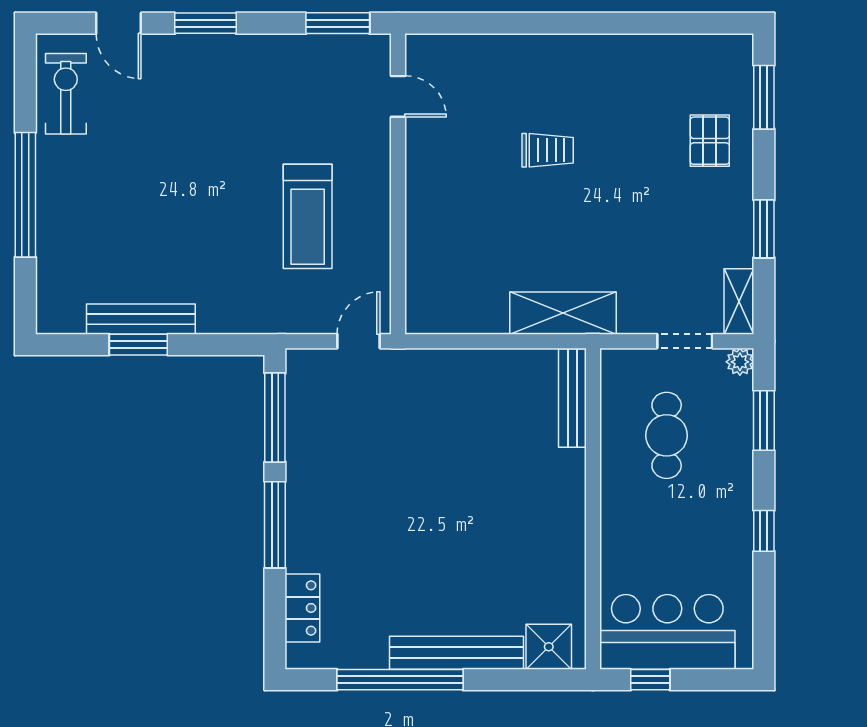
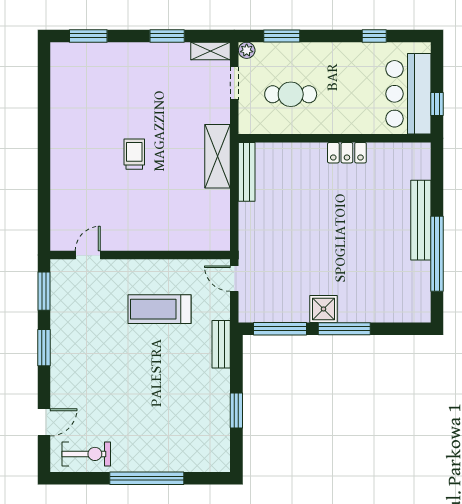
window: (205, 23) -> (44, 348), moved
exercise bike: (66, 94) -> (86, 454), turned 180
pallet: (710, 141) -> (114, 68), removed
trolley: (548, 150) -> (134, 154), moved
treadmill: (308, 216) -> (160, 309), turned 180
bench: (141, 319) -> (221, 344), moved, width x0.73
bench: (572, 398) -> (247, 172), moved, turned 90
window: (764, 531) -> (374, 36), moved
locker: (302, 608) -> (347, 153), moved, turned 180
shower: (549, 647) -> (323, 309), moved

